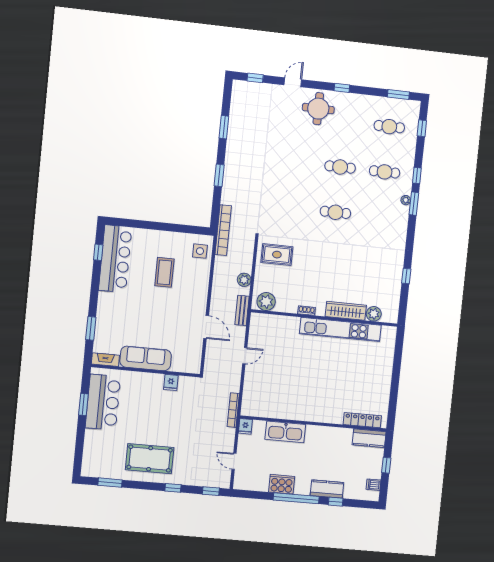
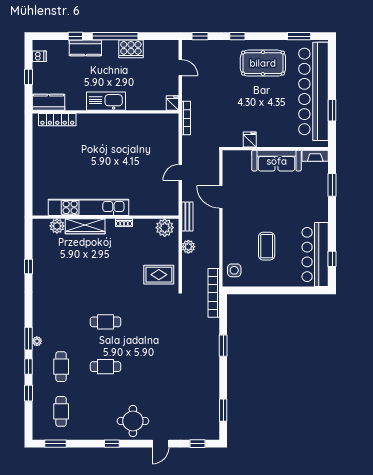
window: (224, 127) -> (223, 410), moved
cafe table: (389, 127) -> (61, 411), turned 90
window: (422, 128) -> (28, 393), moved
cafe table: (385, 172) -> (61, 367), turned 90
bar counter: (103, 402) -> (314, 91), width x1.86
kitchen sink: (285, 432) -> (106, 101), moved

